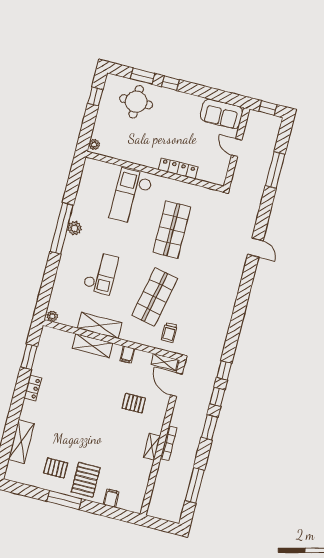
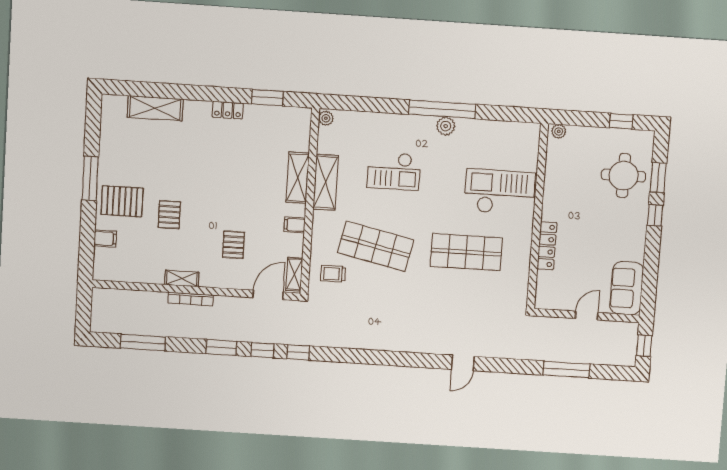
pallet: (56, 468) -> (169, 215), moved

